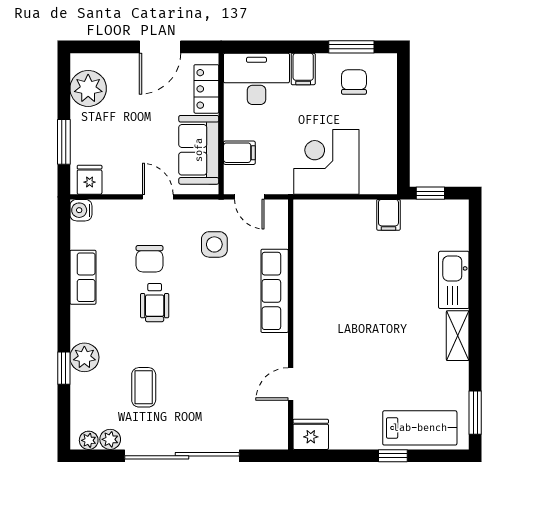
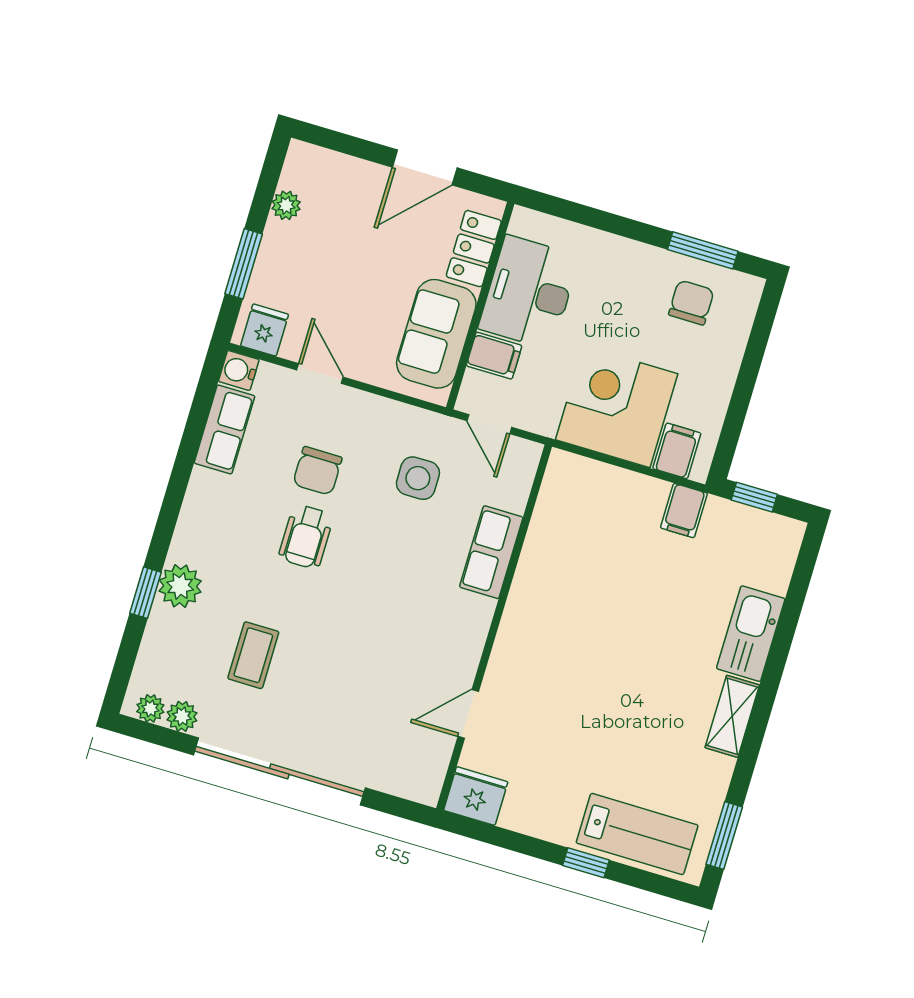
filing cabinet: (303, 69) -> (677, 451), moved, turned 180
desk: (256, 79) -> (529, 292), moved, turned -90
plant: (88, 88) -> (286, 205), width x0.53, depth x0.53
door: (158, 197) -> (320, 374), moved
row of seats: (83, 277) -> (225, 429), moved
row of seats: (275, 291) -> (491, 552), width x0.68

